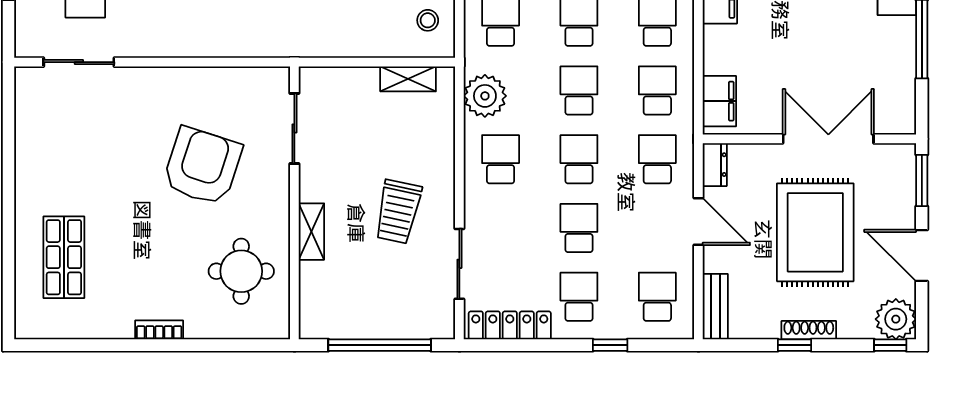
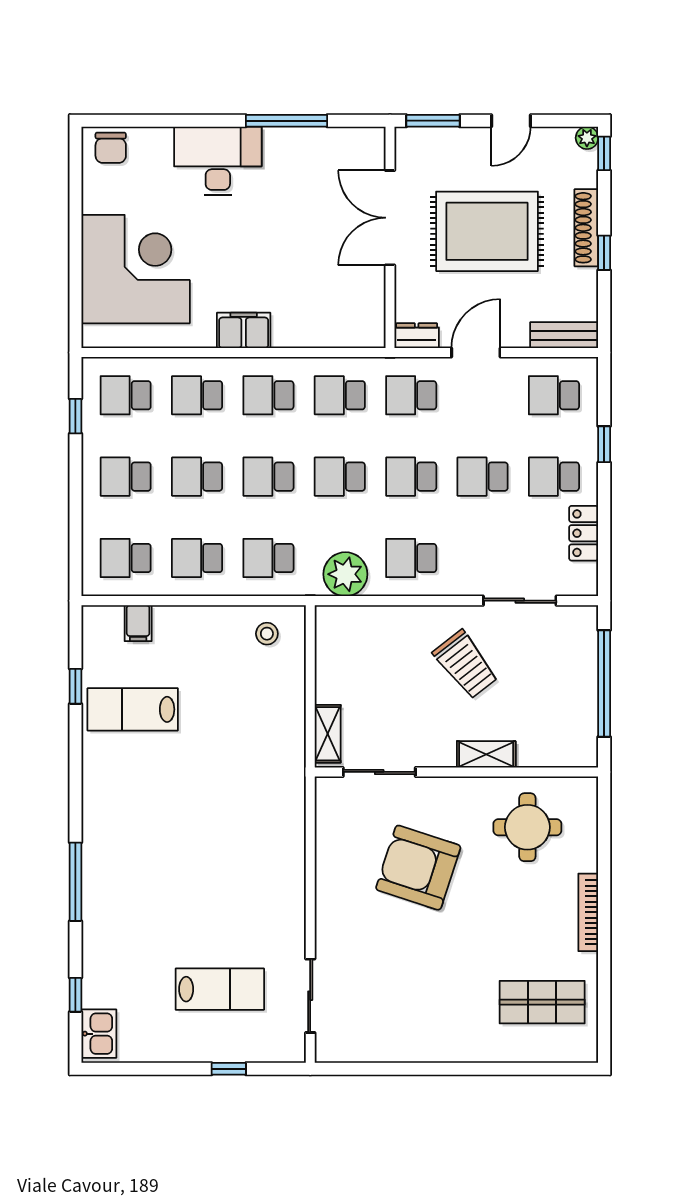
shelving: (408, 79) -> (328, 734), moved
filing cabinet: (719, 101) -> (351, 331), removed
trolley: (398, 212) -> (466, 665), turned 40
door: (922, 255) -> (511, 121), width x0.73
shop shelf: (64, 257) -> (542, 1002), moved
plant: (896, 319) -> (587, 138), width x0.53, depth x0.53
locker: (510, 325) -> (584, 533), width x0.66
bookcase: (159, 330) -> (588, 912), width x1.56
shoe rack: (809, 330) -> (586, 228), width x1.36, depth x1.24

